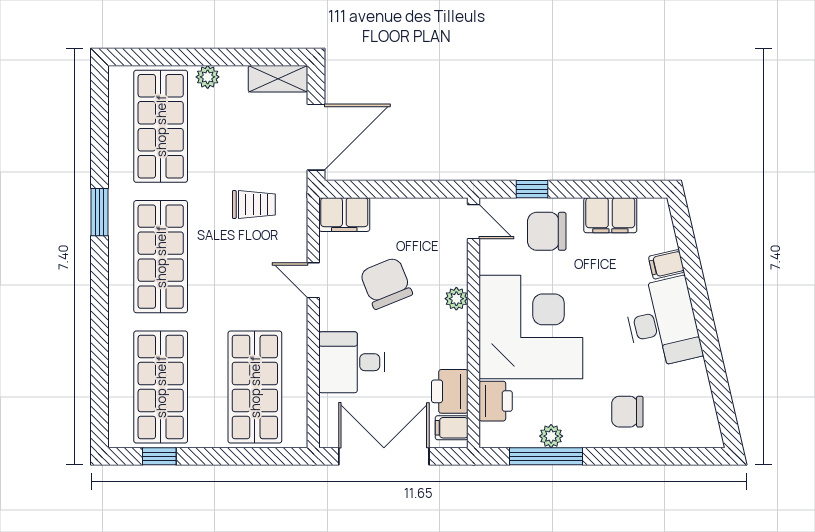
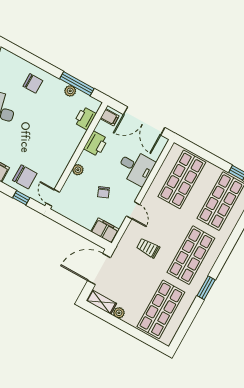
plant: (208, 77) -> (119, 313), moved
trolley: (254, 205) -> (148, 248), moved
chair: (386, 283) -> (103, 192), width x0.54, depth x0.54
corner desk: (531, 327) -> (53, 141), removed
printer: (450, 391) -> (96, 144), moved

